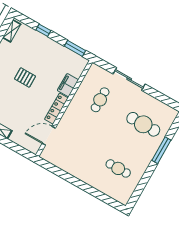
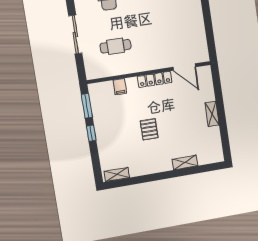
window: (43, 30) -> (91, 133), moved
filing cabinet: (68, 85) -> (120, 87), width x0.50

